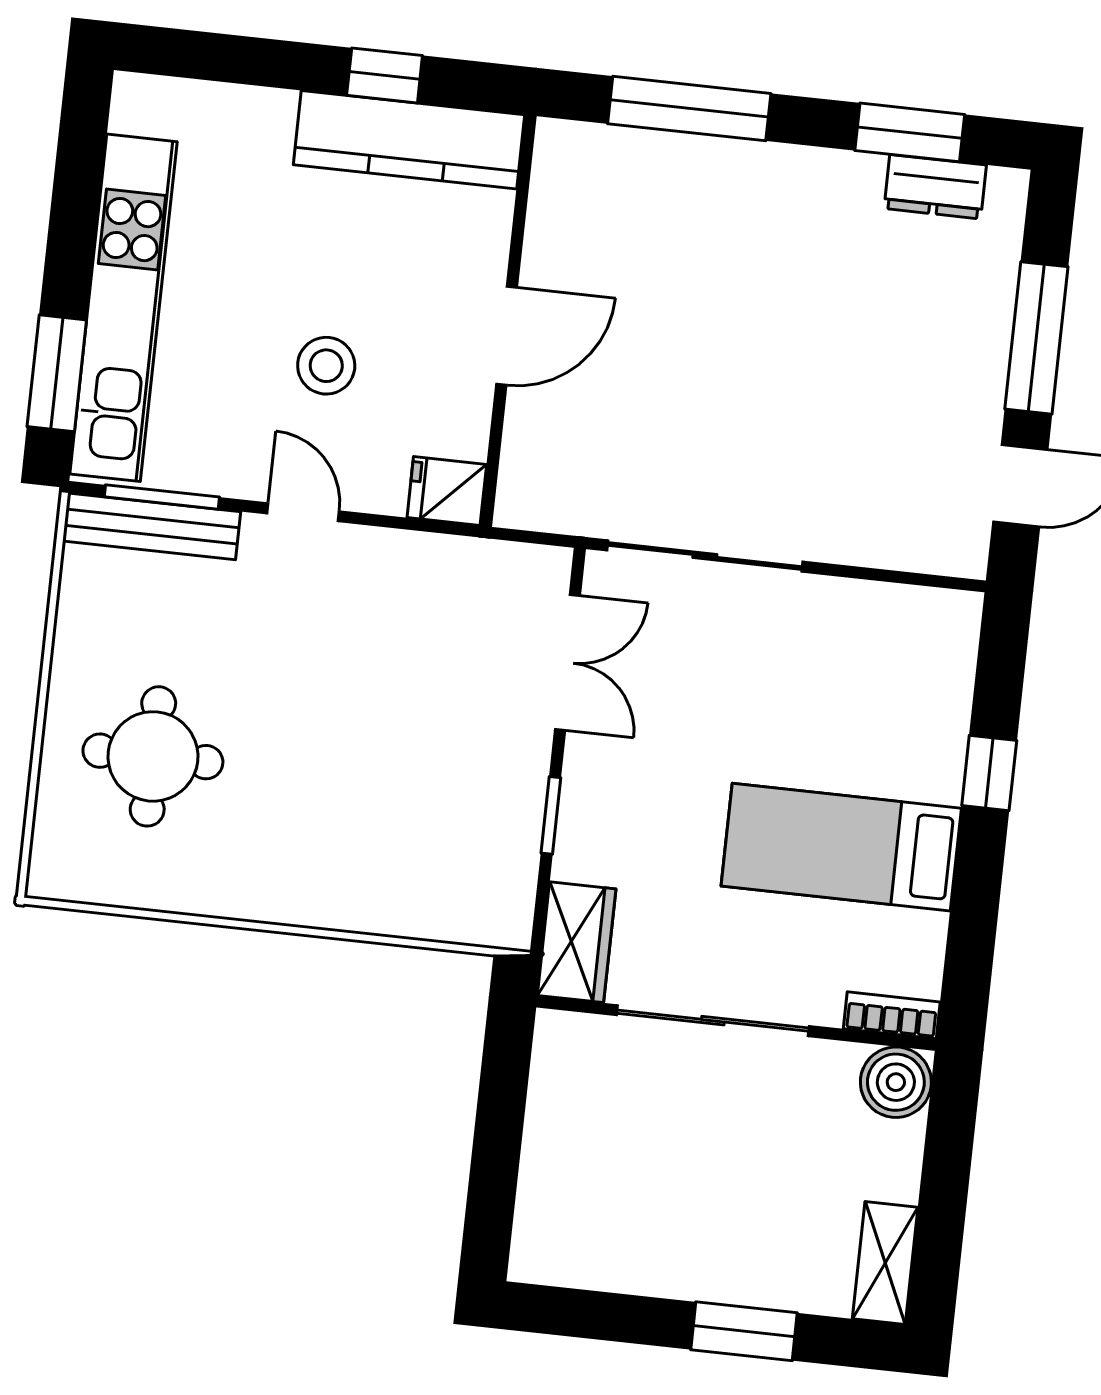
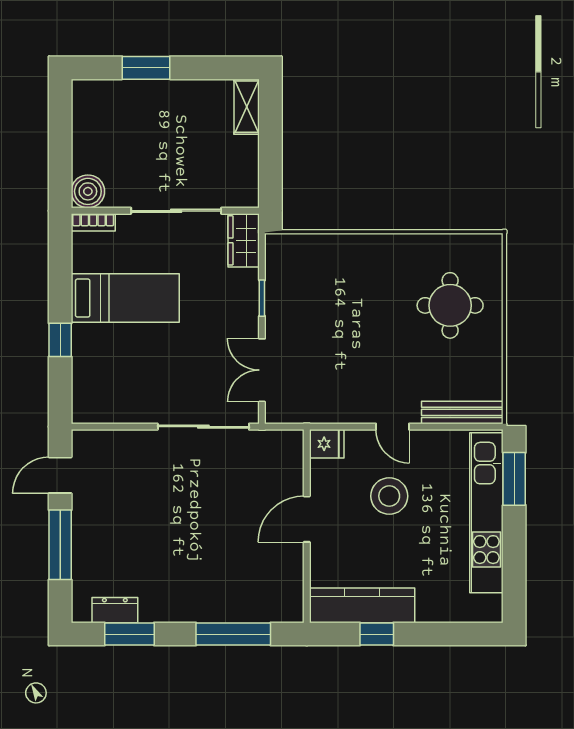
stool: (326, 366) -> (389, 496), width x1.38, depth x1.38
window: (162, 497) -> (459, 427), removed
shelving: (885, 1263) -> (247, 107), moved

